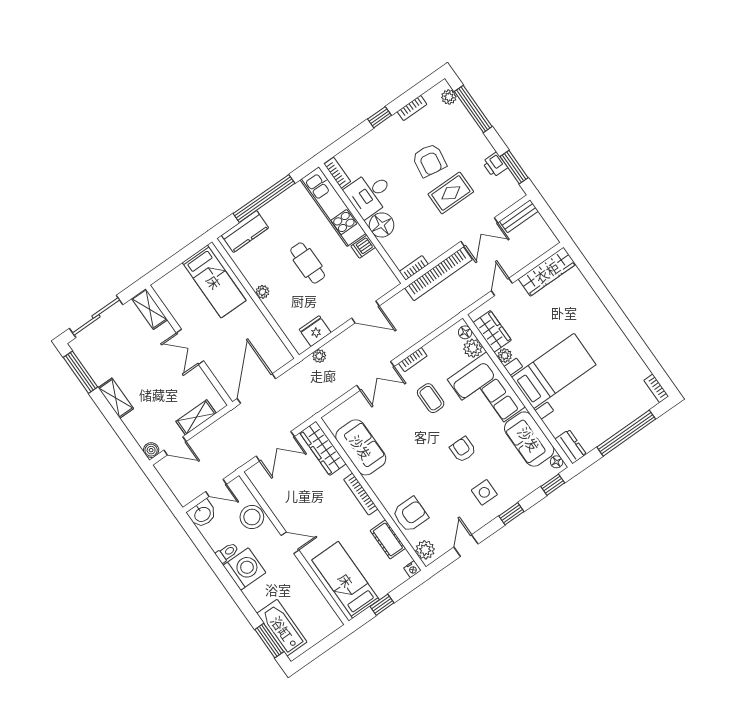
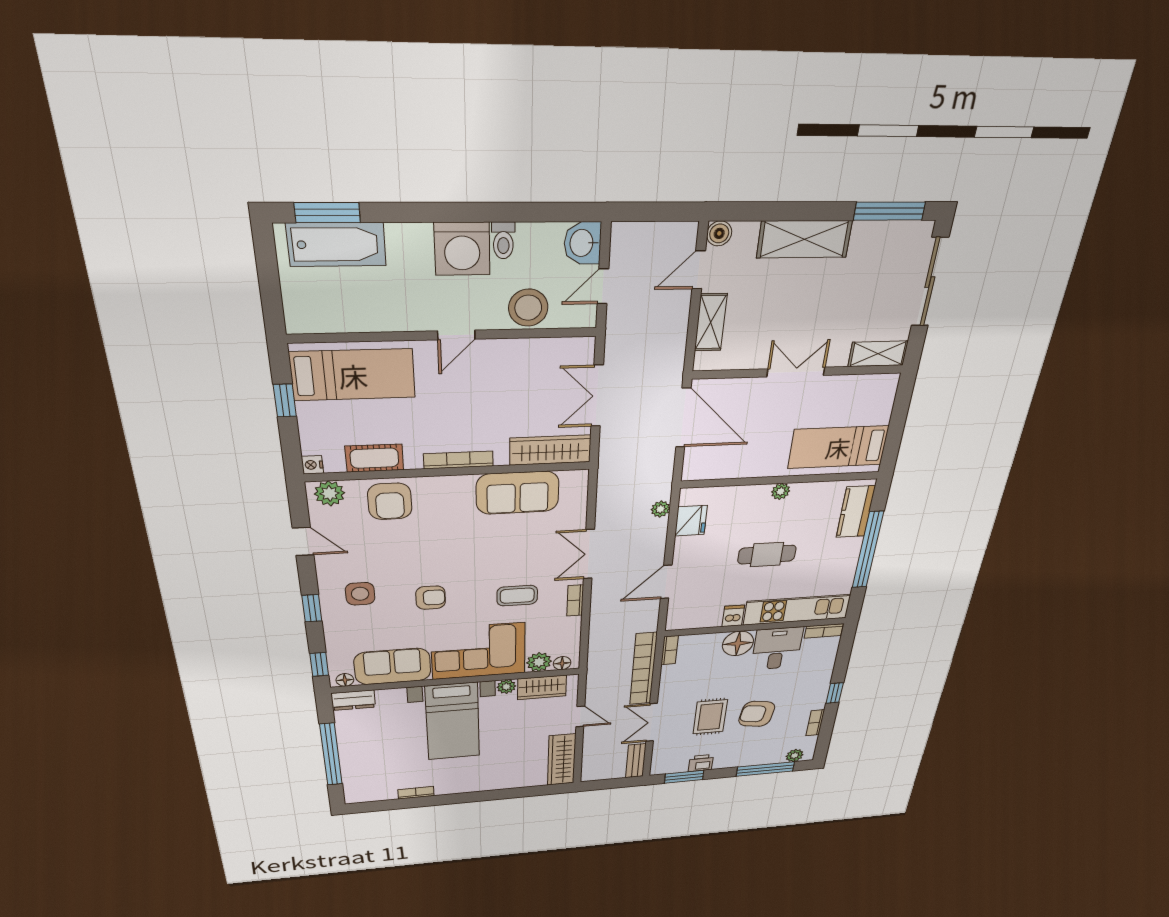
bookcase: (656, 388) -> (416, 793), moved
shelving: (116, 398) -> (804, 239), width x1.50, depth x1.33

